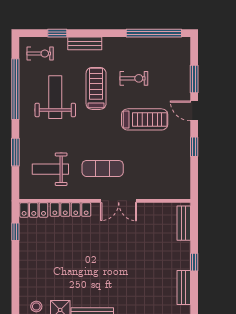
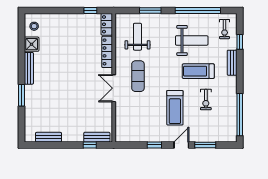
treadmill: (96, 88) -> (198, 71), turned 180
window: (194, 262) -> (90, 145), moved

